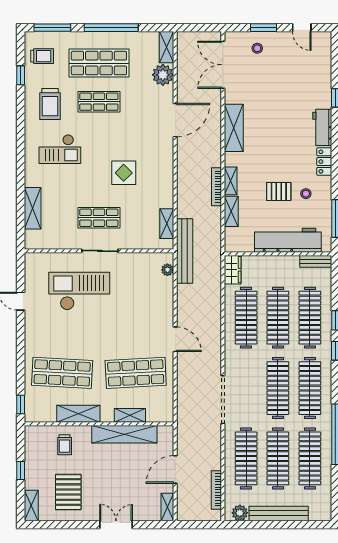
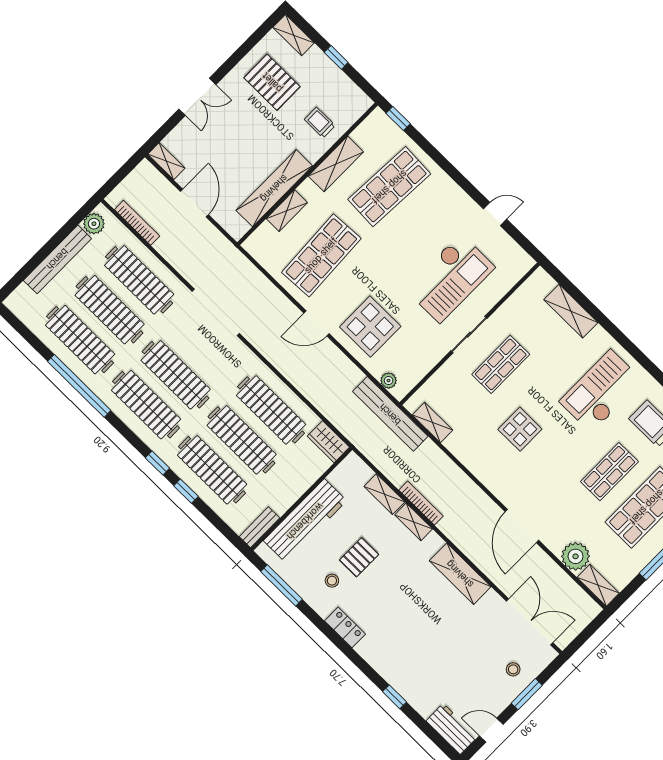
workbench: (322, 127) -> (452, 729), moved
checkout: (60, 149) -> (601, 391), width x1.36, depth x1.21
display table: (148, 308) -> (370, 327), added

